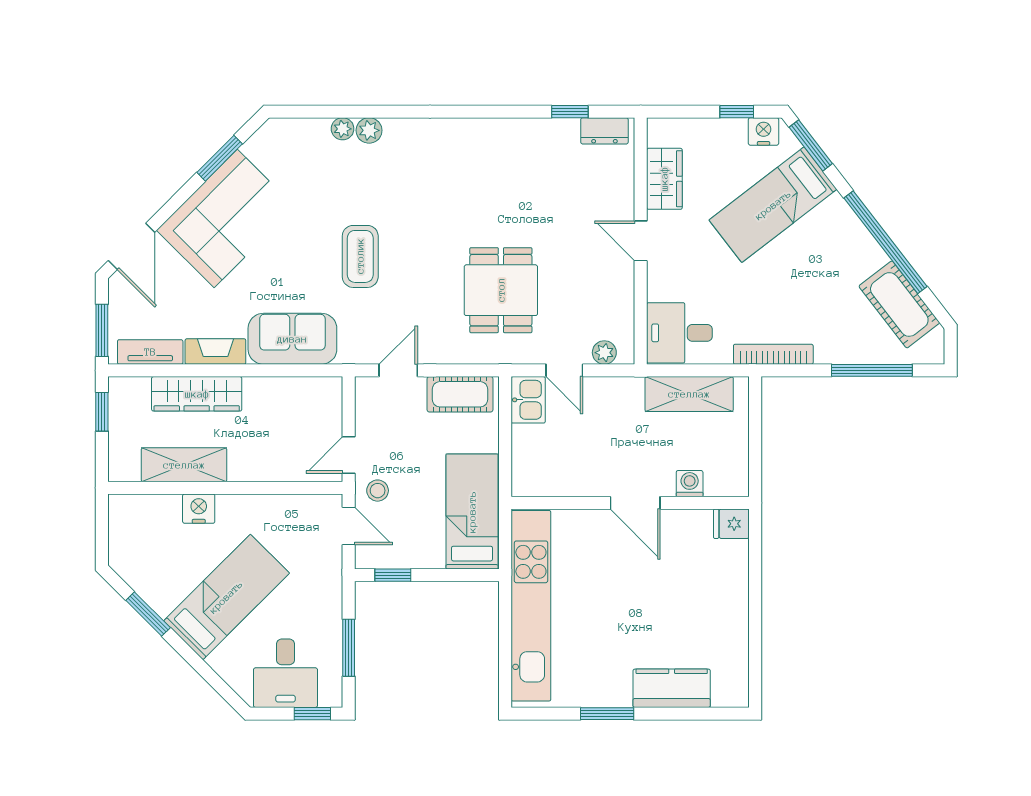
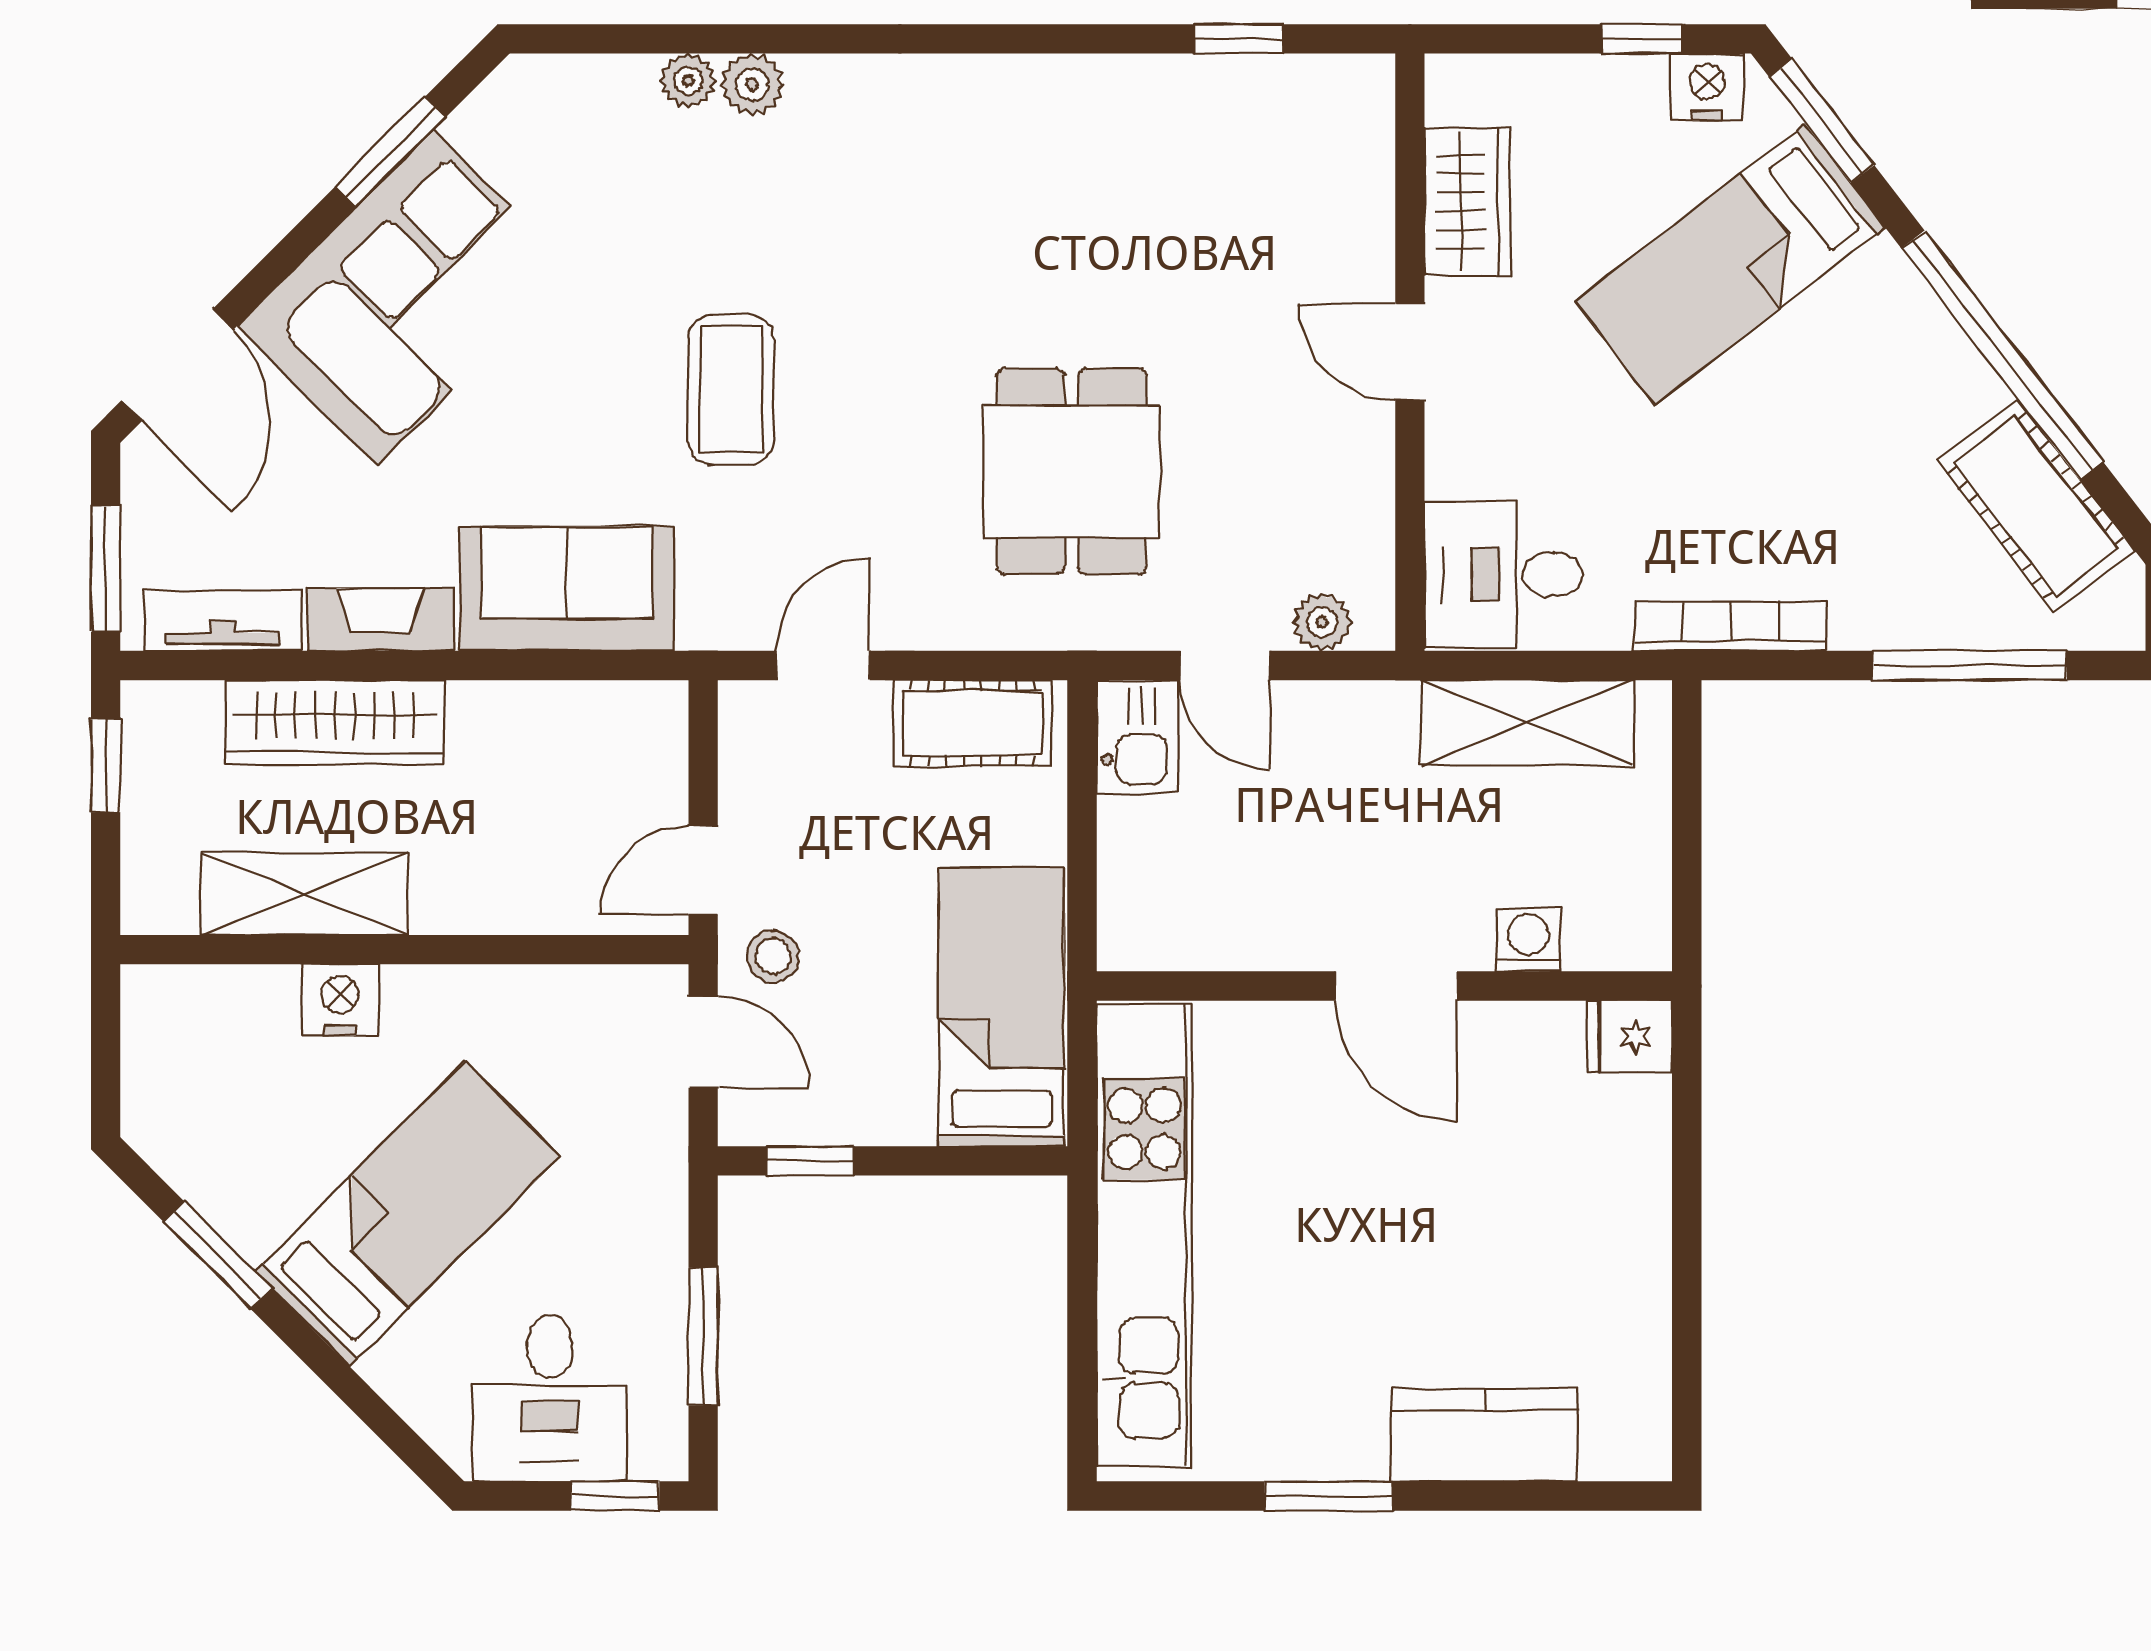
dresser: (604, 131) -> (1322, 86), removed

